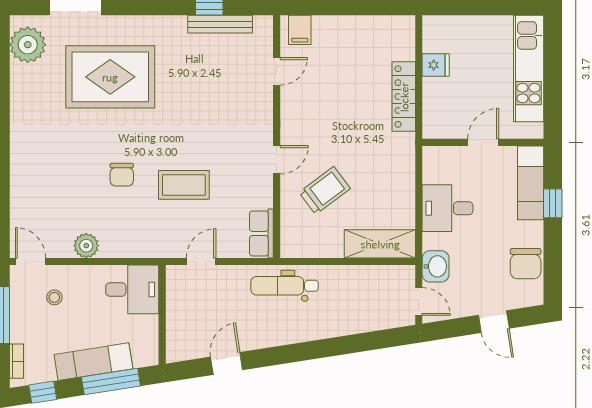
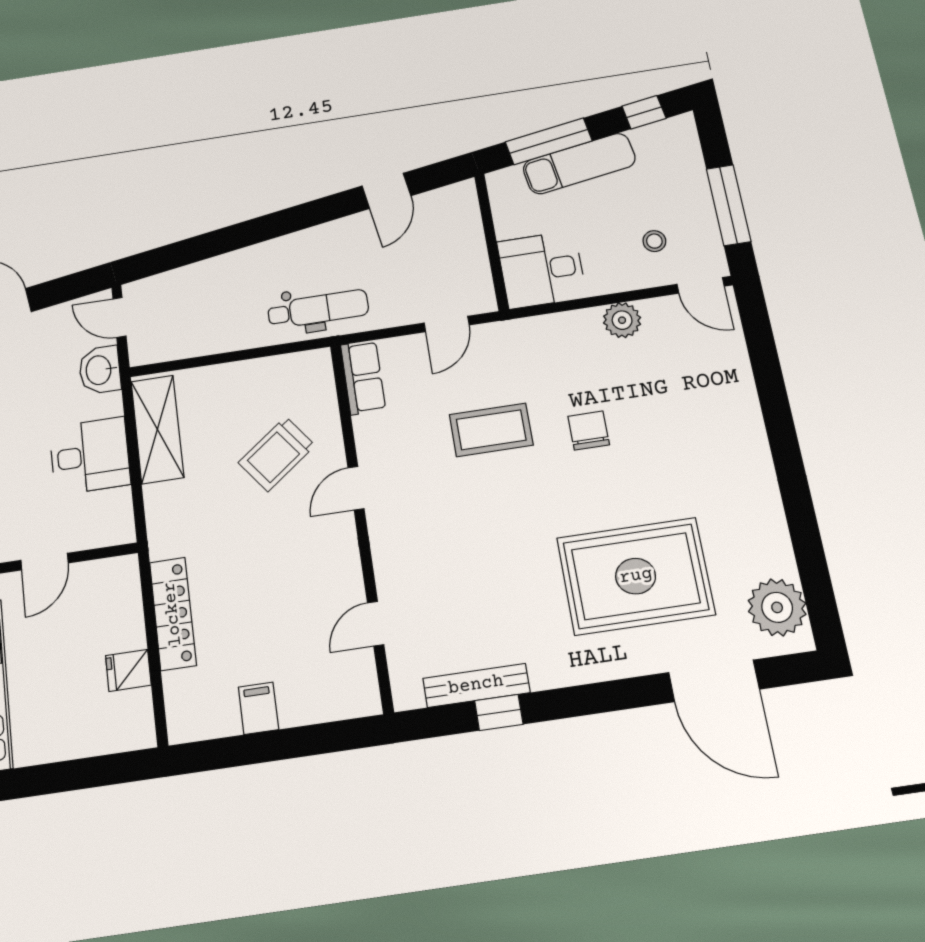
filing cabinet: (300, 30) -> (258, 708), moved
shelving: (380, 244) -> (157, 429), moved, turned 90
bookcase: (17, 361) -> (691, 147), removed

